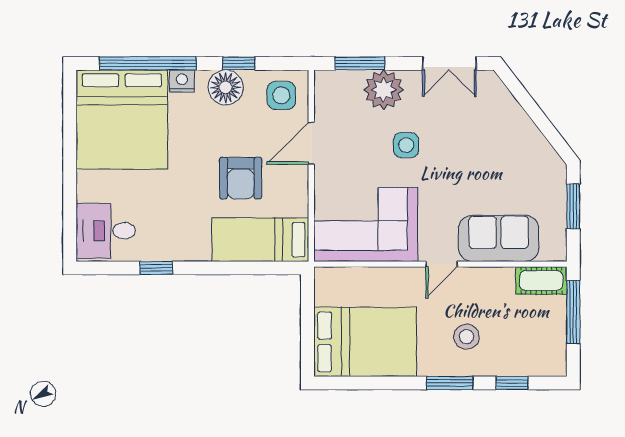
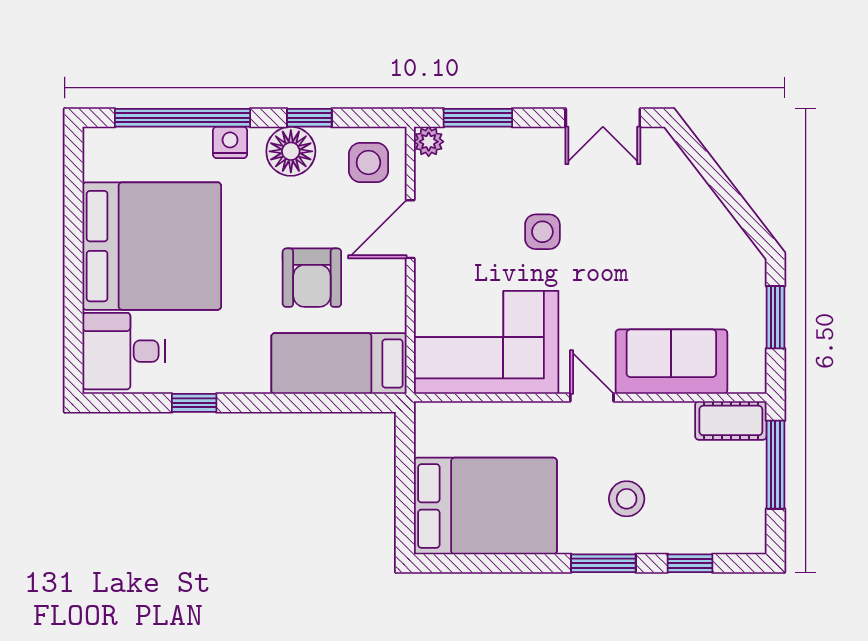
plant: (384, 90) -> (429, 142), moved, width x0.53, depth x0.53
bed: (122, 120) -> (152, 246), moved, turned -90
door: (442, 264) -> (592, 398), swing flipped

